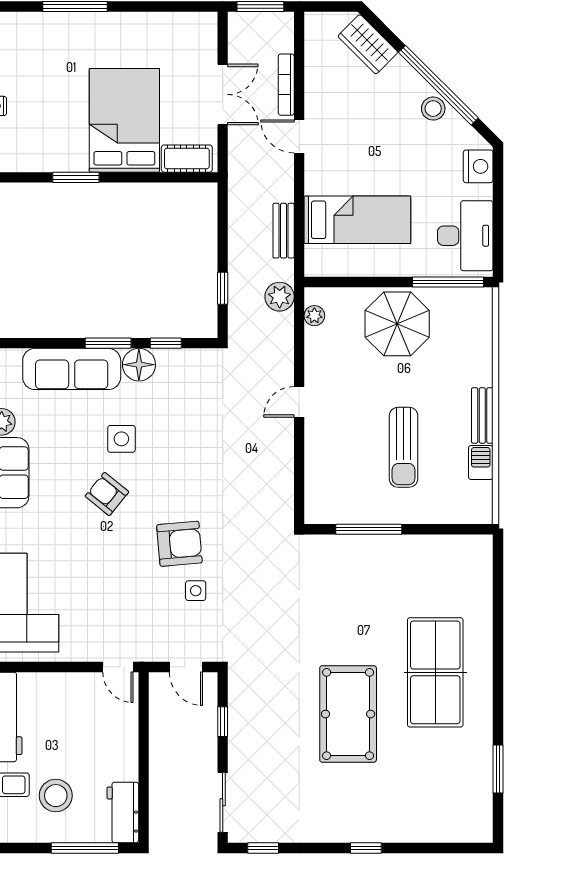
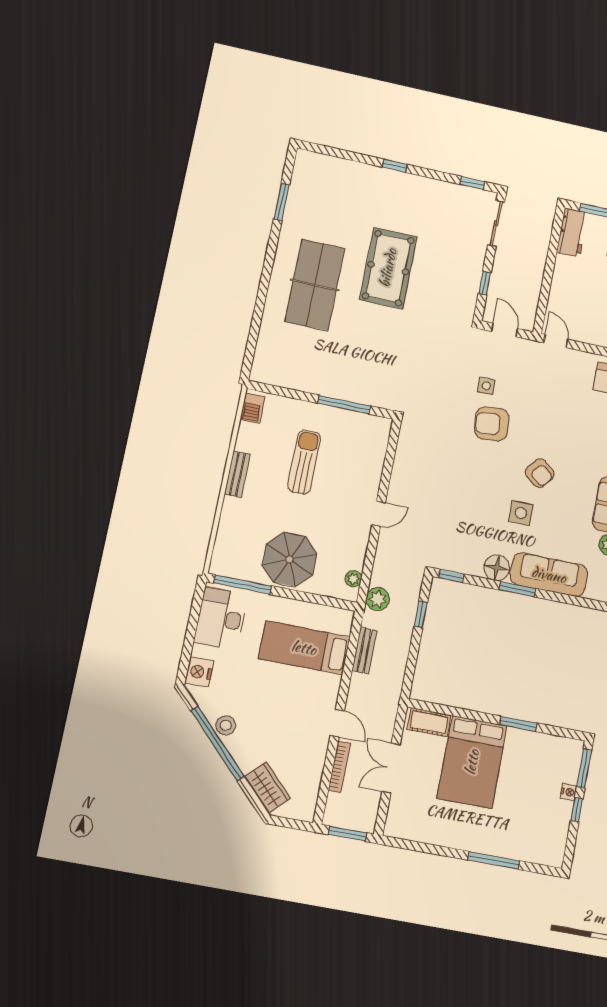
window: (166, 343) -> (451, 576), moved
barbecue: (481, 462) -> (252, 408), moved

